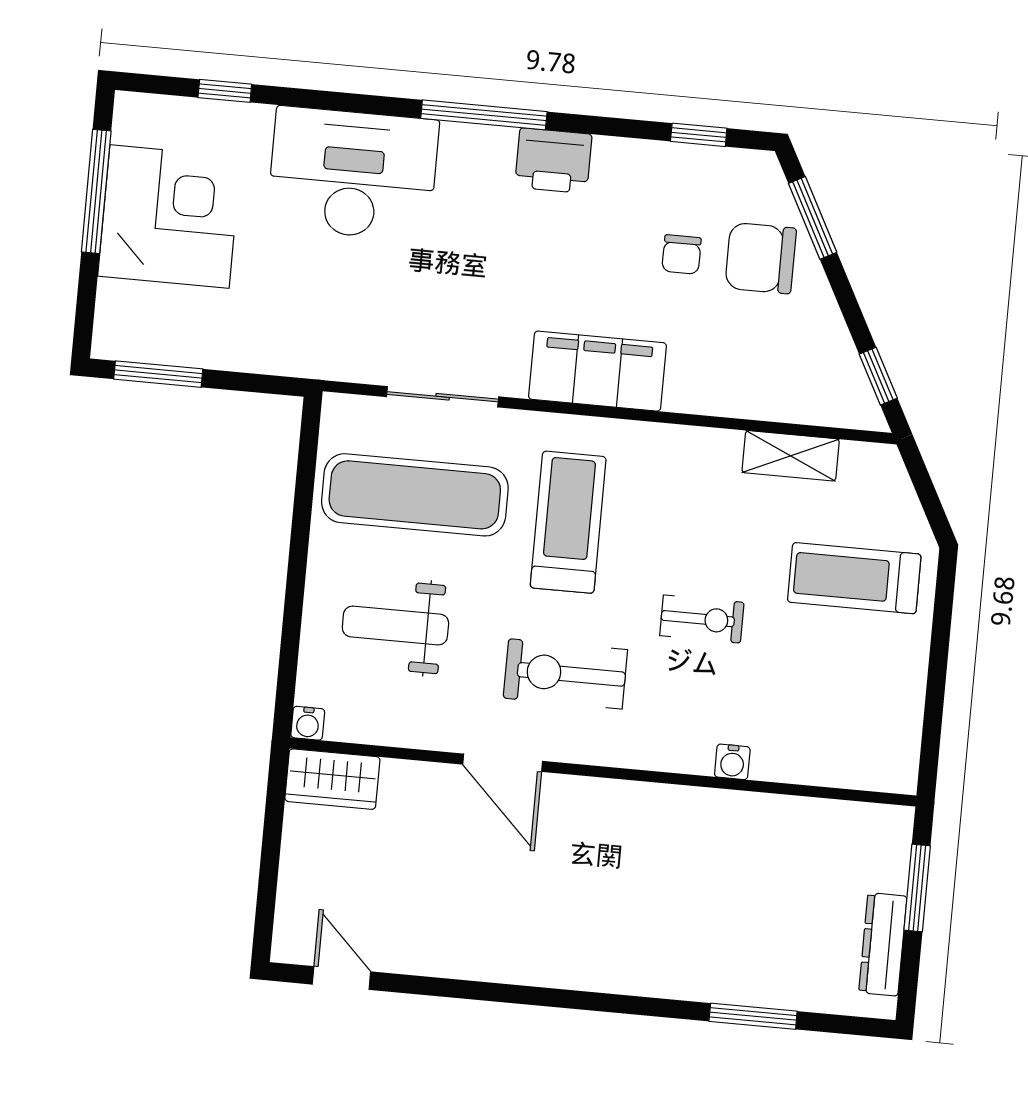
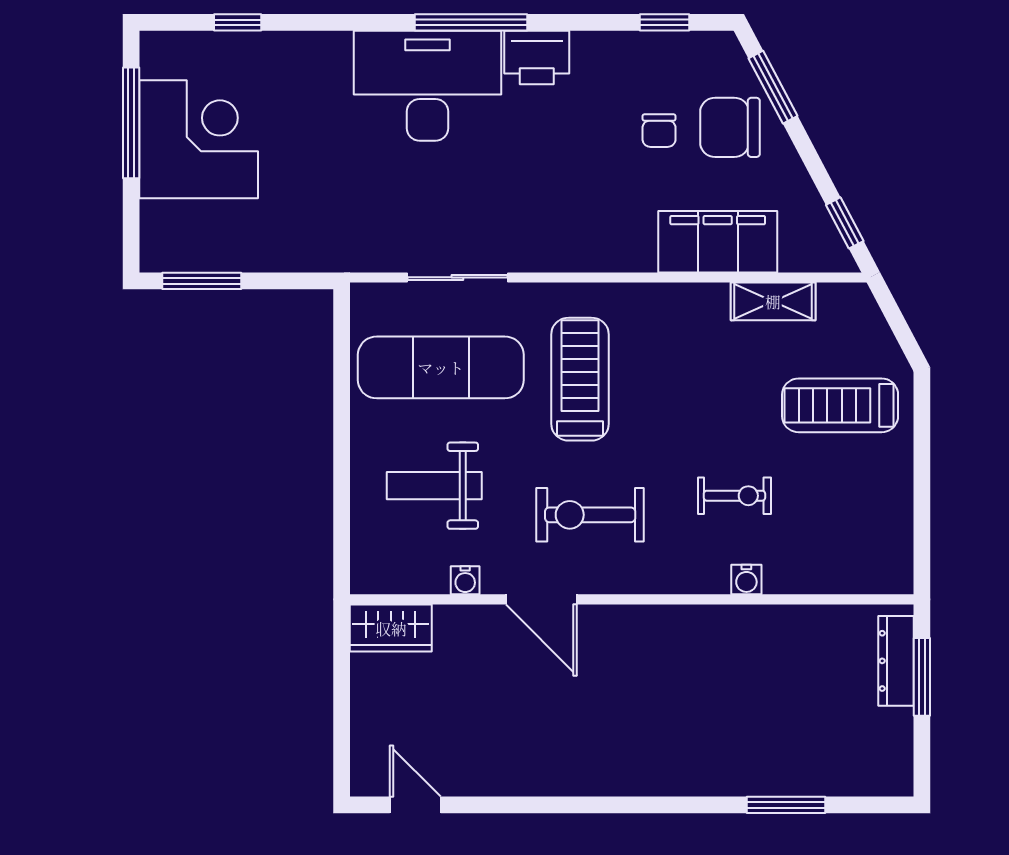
desk: (353, 174) -> (428, 86), moved
filing cabinet: (597, 371) -> (718, 242), moved
exercise bike: (702, 619) -> (734, 496), moved
water cooler: (308, 723) -> (465, 580), moved
dresser: (883, 944) -> (896, 661), moved

